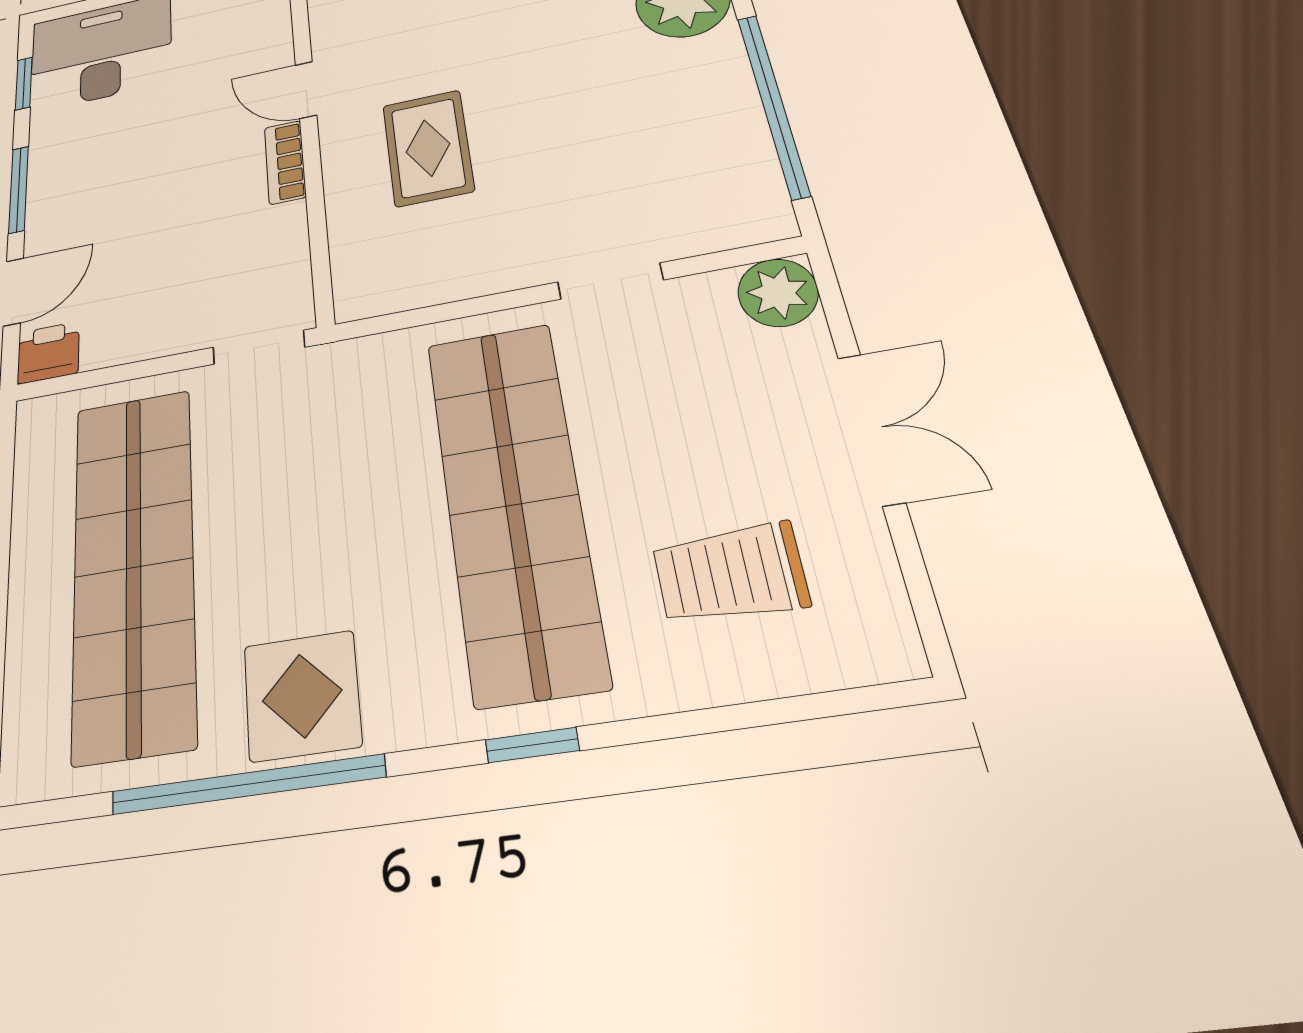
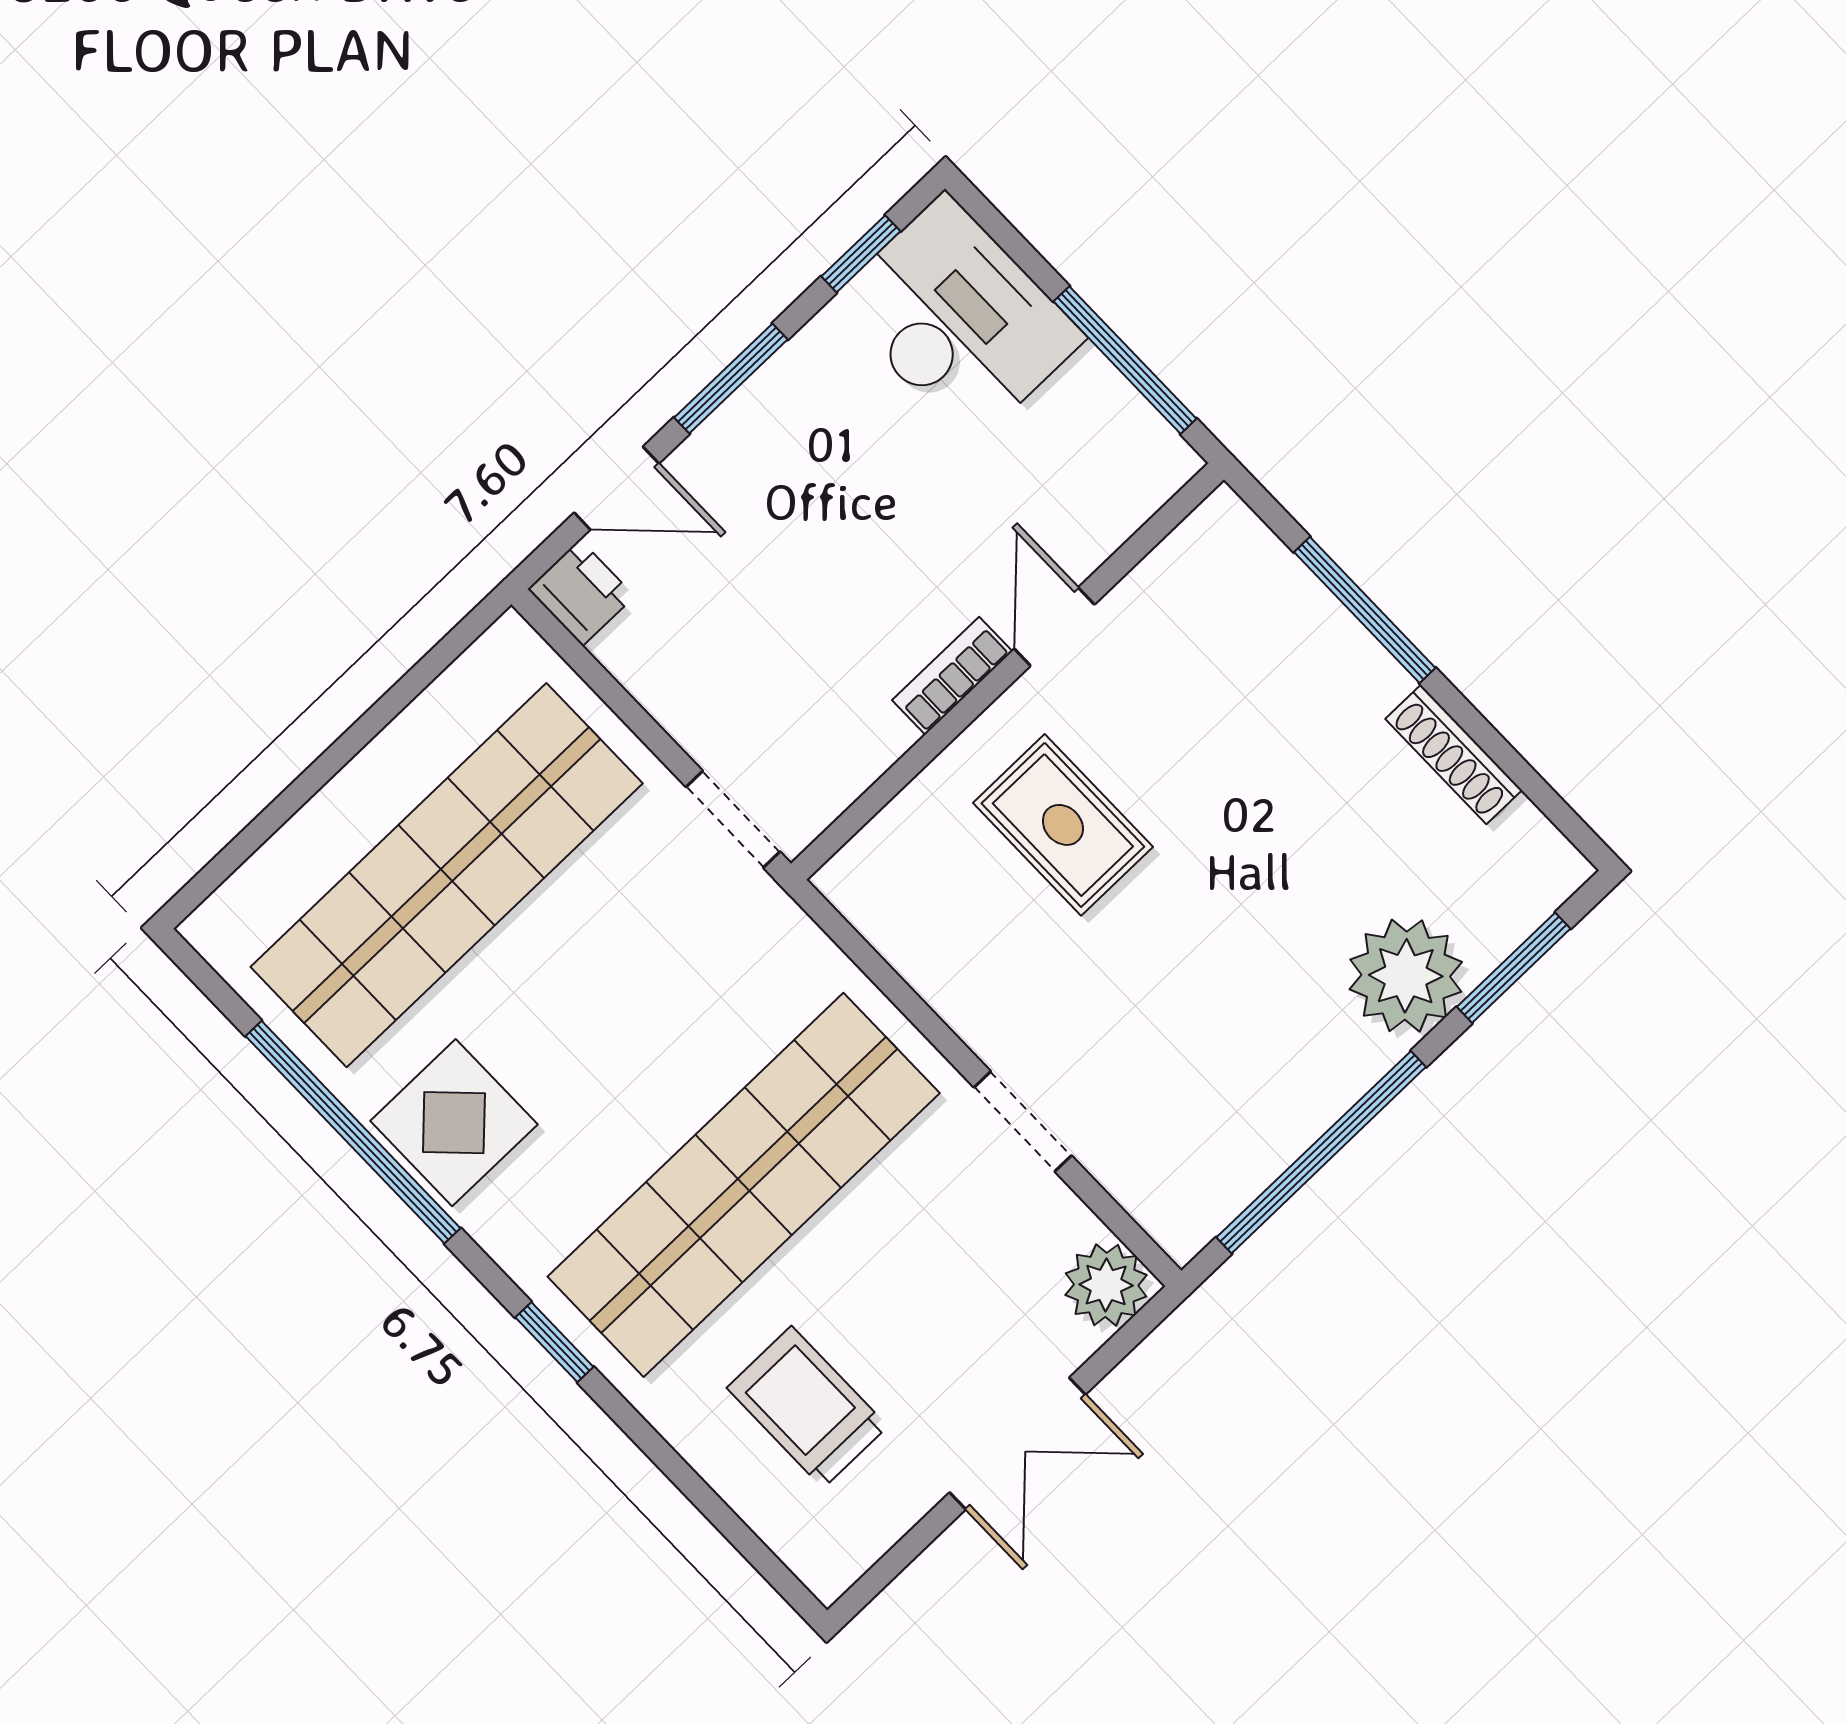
rug: (428, 148) -> (1063, 825), turned 90

